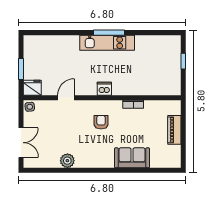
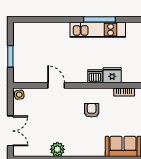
fridge: (32, 88) -> (112, 75), moved
door: (66, 98) -> (56, 85), hinge flipped

